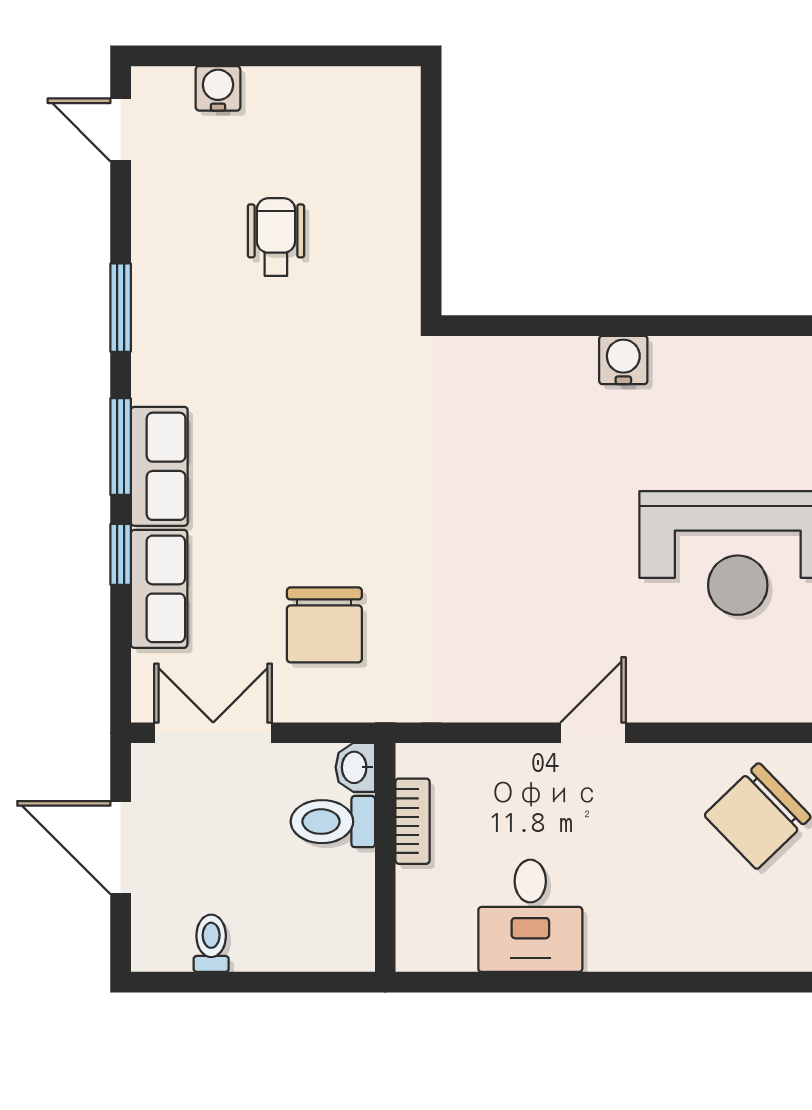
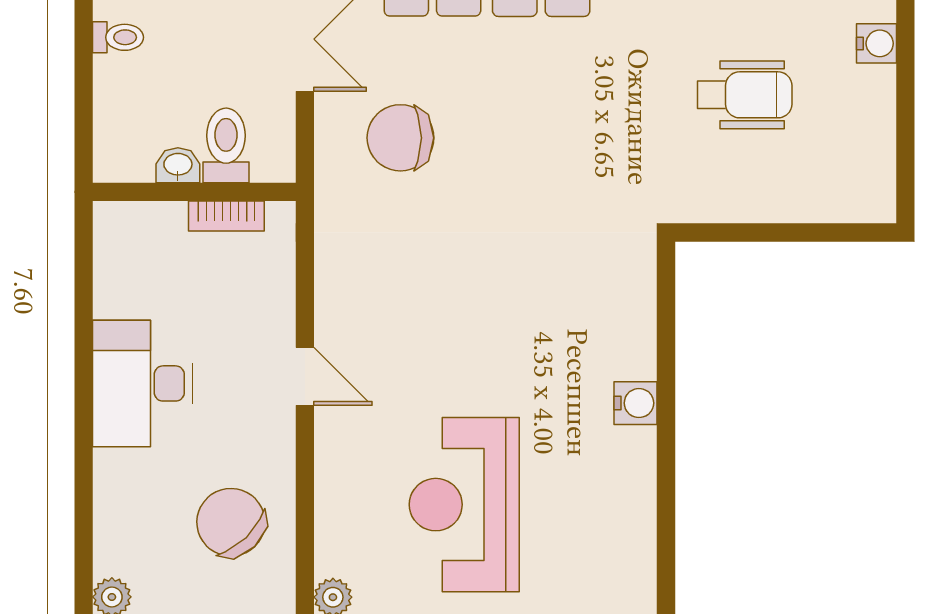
wheelchair: (276, 237) -> (745, 95), width x1.36, depth x1.37
washbasin: (355, 767) -> (178, 165), moved
desk: (530, 916) -> (142, 383), moved, width x1.37

